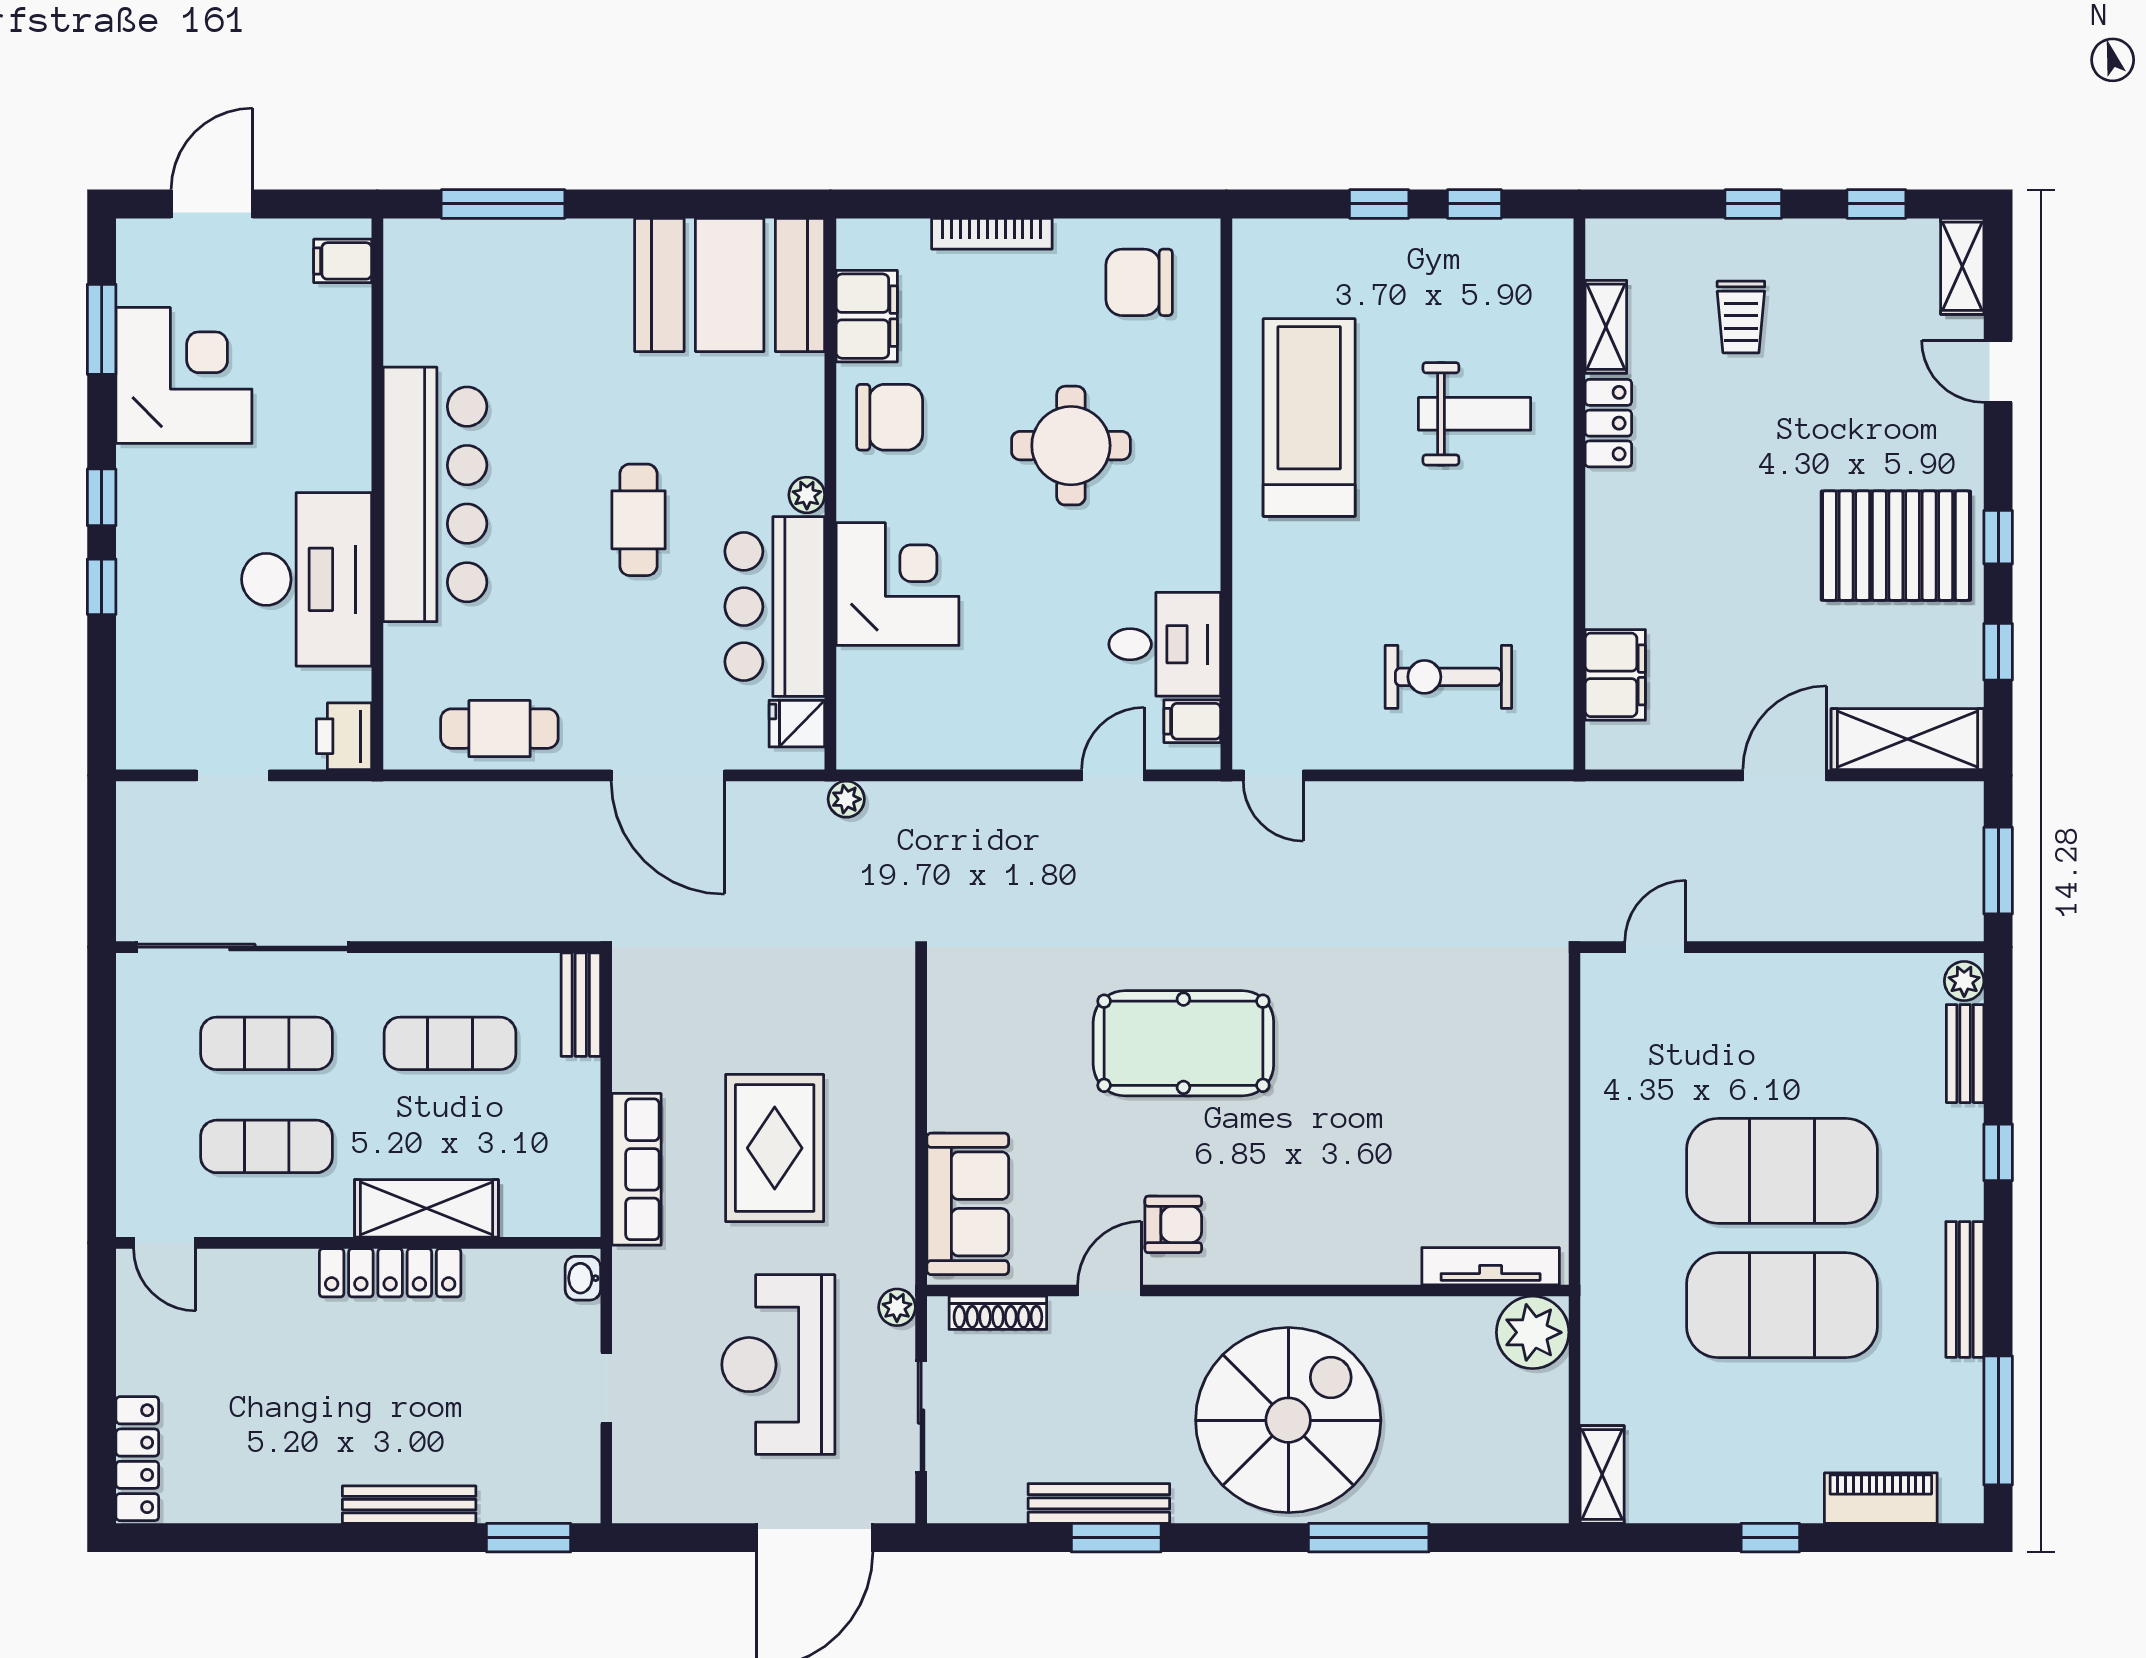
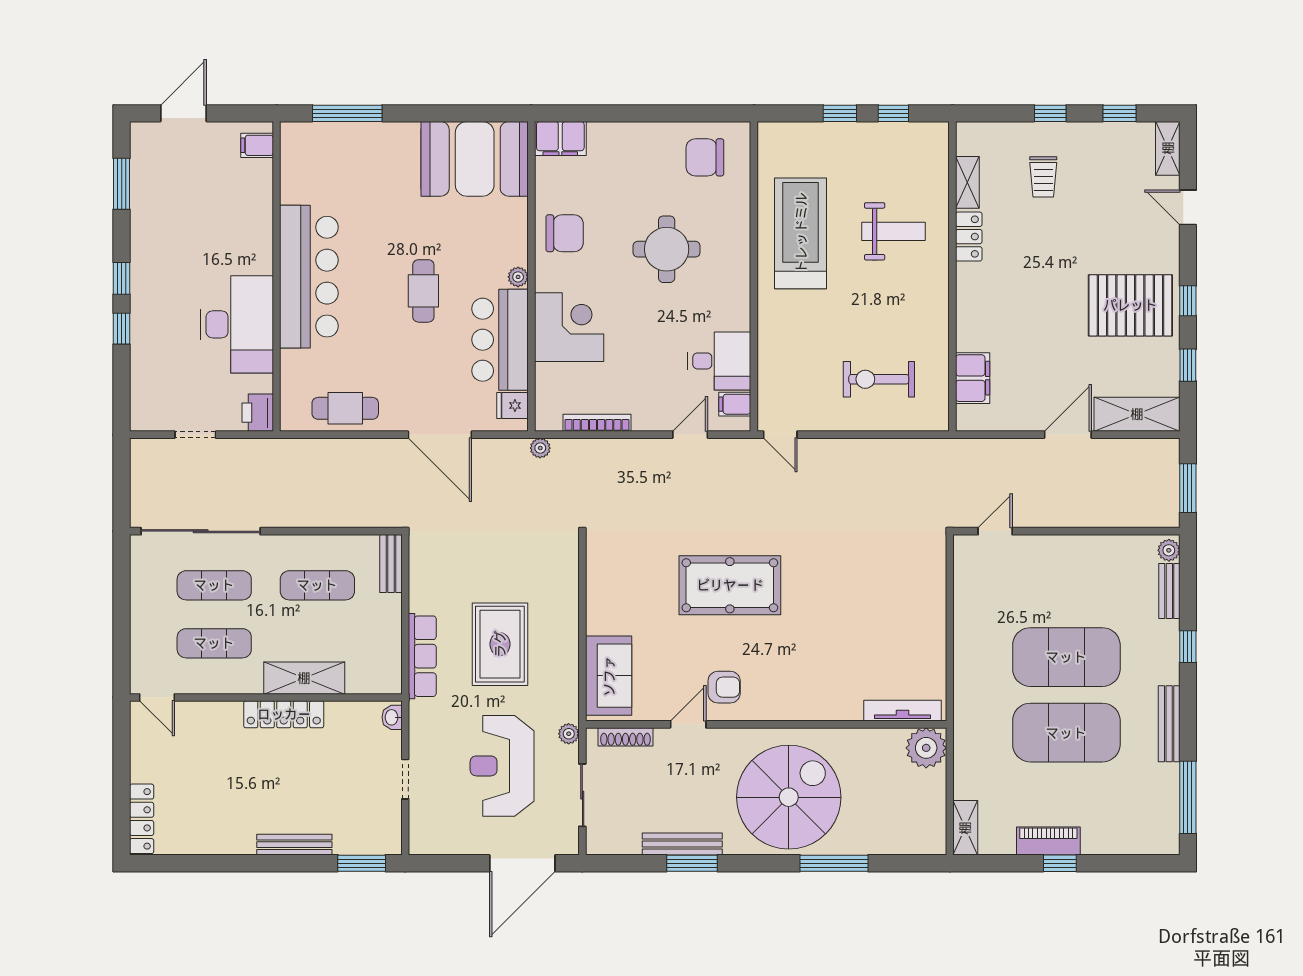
bookcase: (992, 234) -> (597, 423), moved, turned 180
filing cabinet: (867, 316) -> (560, 139), moved, turned 90
corner desk: (184, 375) -> (168, 210), removed
piano: (1881, 1498) -> (1048, 841), moved

